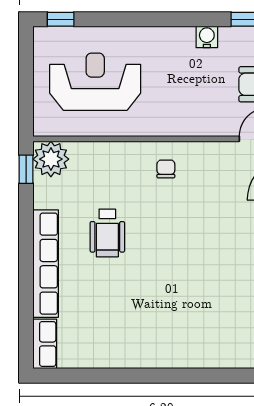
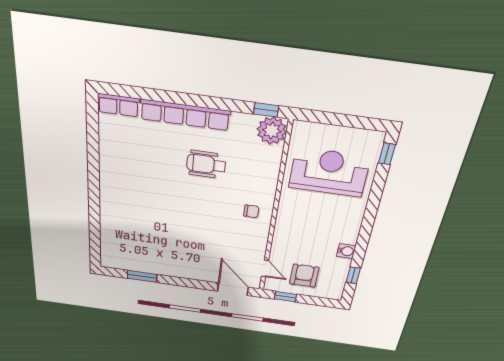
reception desk: (95, 82) -> (329, 172), turned -90

